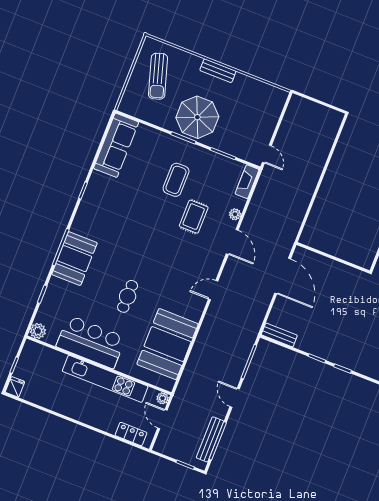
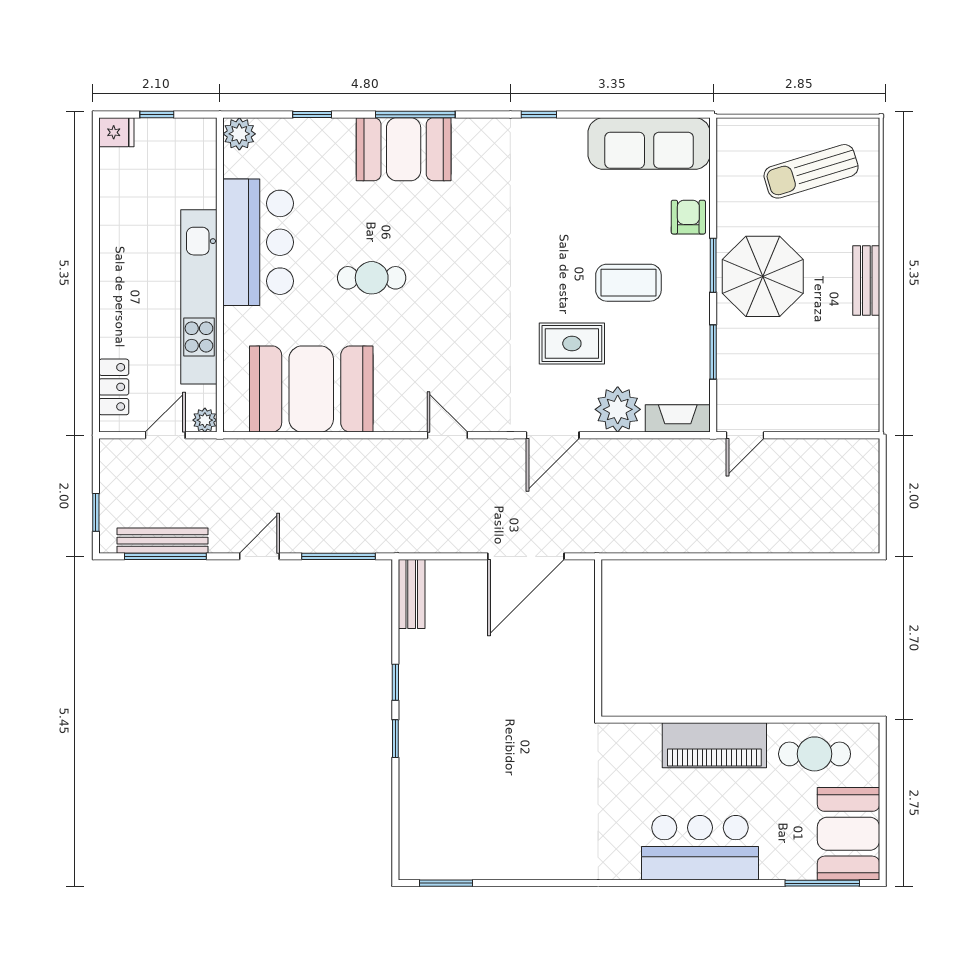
armchair: (157, 141) -> (688, 217), added
plant: (235, 214) -> (618, 409), width x1.87, depth x1.87

